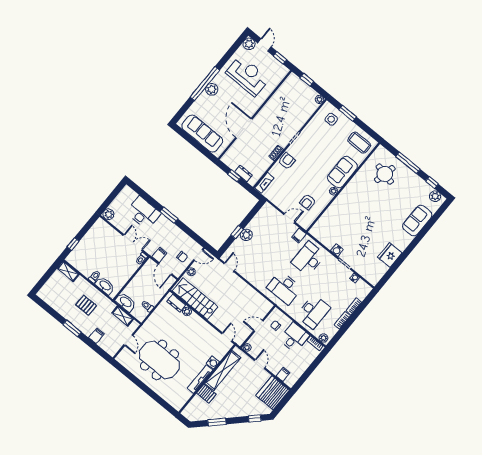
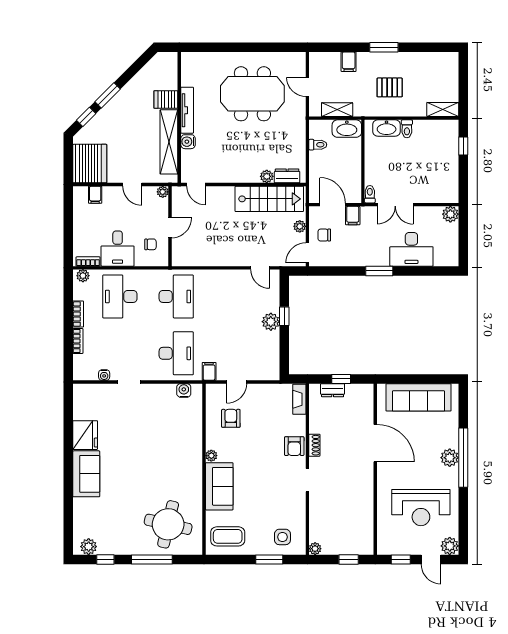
round table: (385, 174) -> (168, 524), width x1.36, depth x1.36
sofa: (417, 221) -> (86, 474), moved
water cooler: (337, 250) -> (184, 390), moved
desk: (284, 288) -> (176, 296), turned 90
window: (217, 422) -> (108, 95), moved

